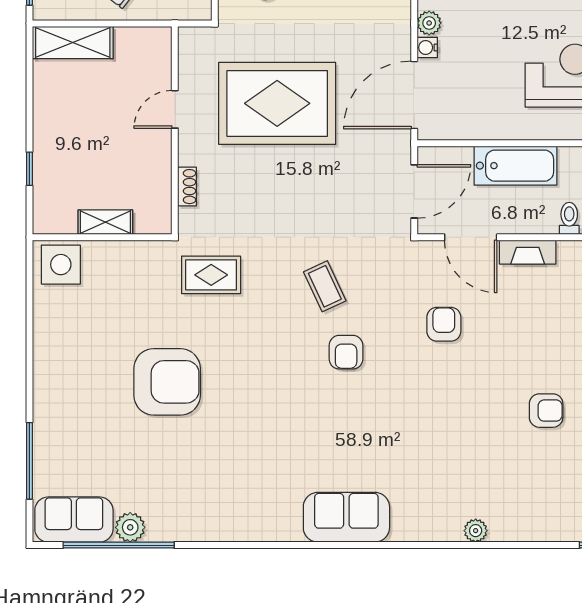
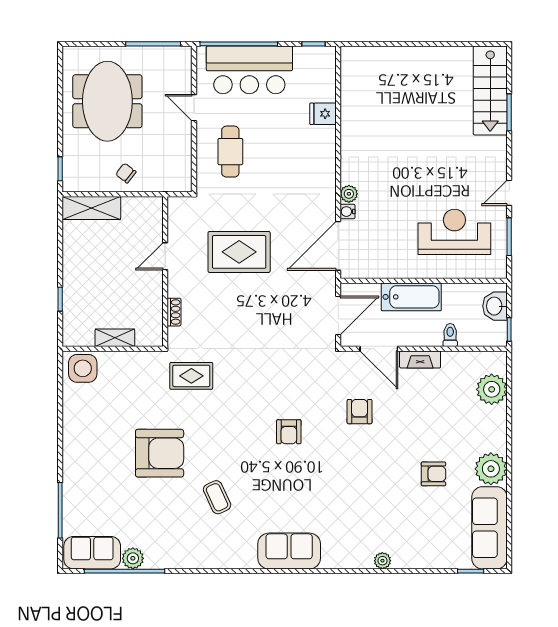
rug: (277, 103) -> (239, 252), width x0.73, depth x0.69
coffee table: (325, 286) -> (217, 497), moved

